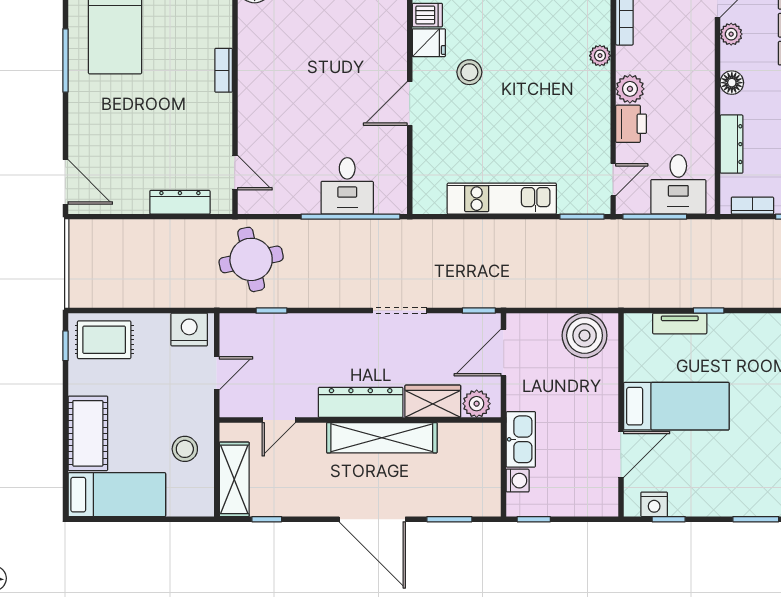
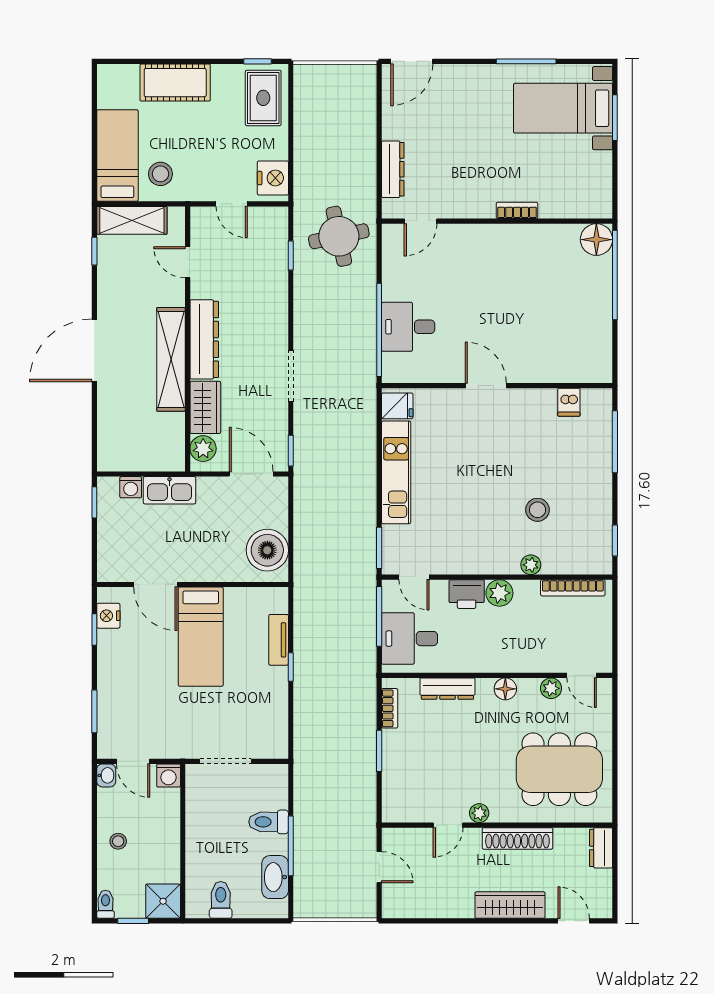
fridge: (429, 43) -> (397, 406), moved, turned -90
stool: (469, 72) -> (537, 510), moved
bed: (117, 495) -> (117, 156), moved, turned 180
window: (449, 519) -> (94, 423), removed

